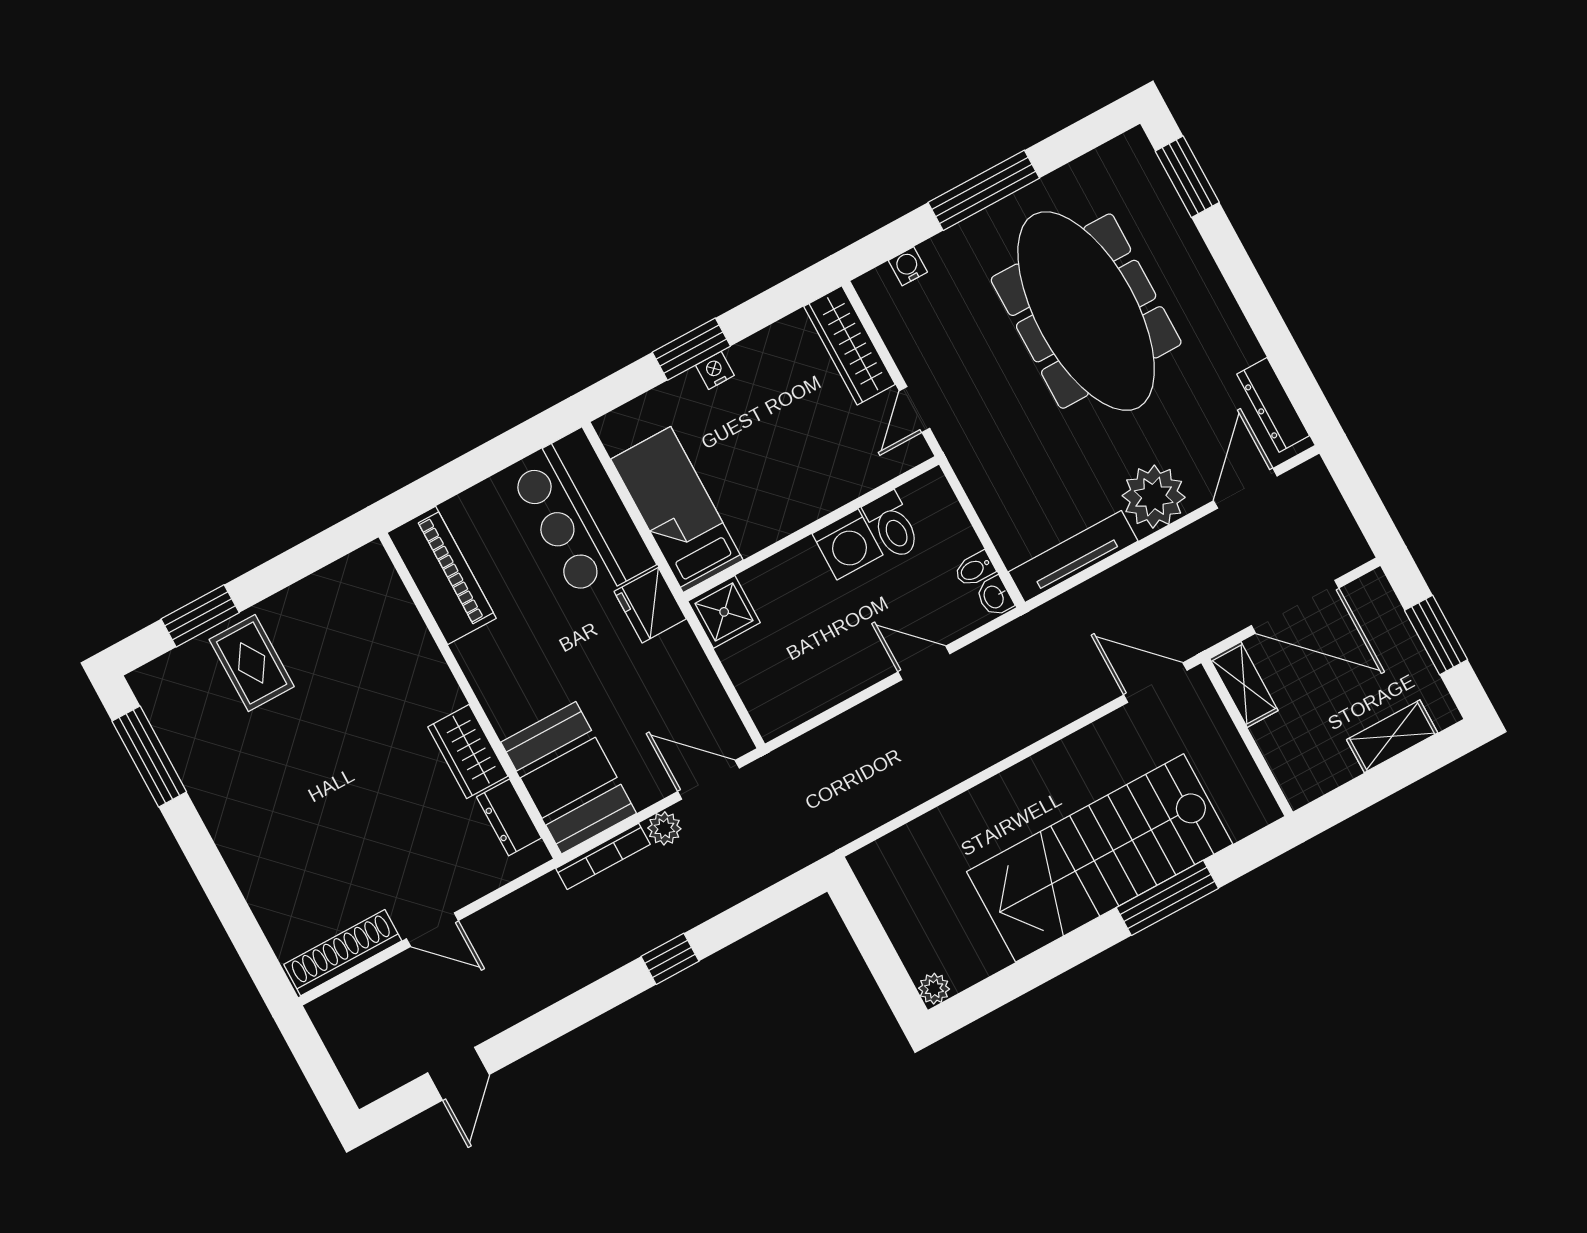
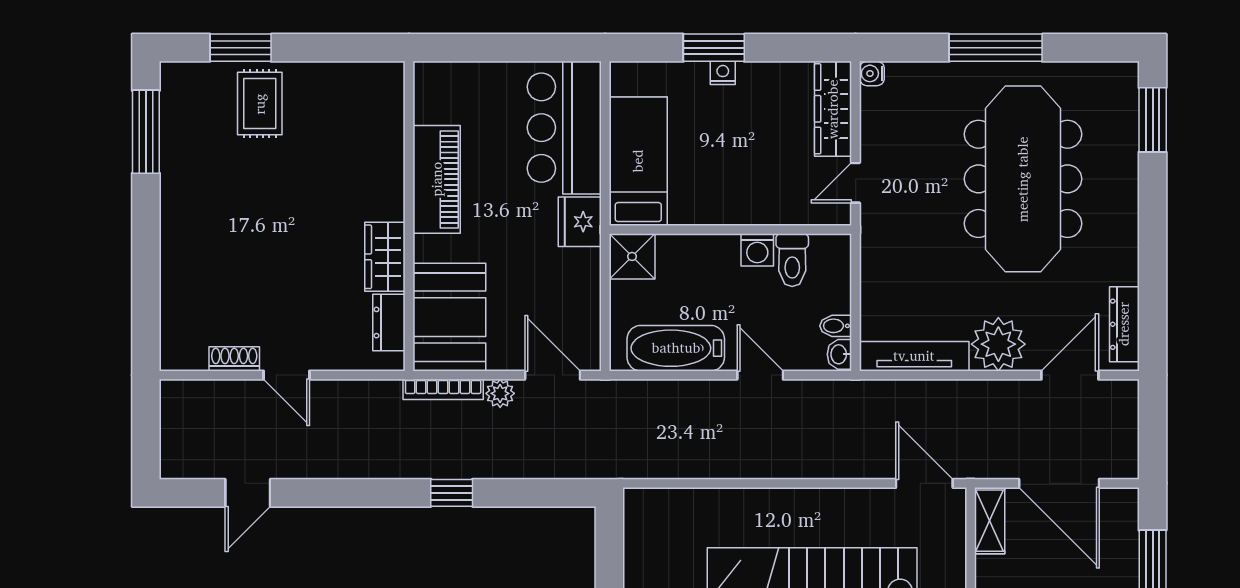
water cooler: (908, 266) -> (872, 73), moved, turned -90
washing machine: (847, 544) -> (757, 250), width x0.73, depth x0.73
piano: (442, 575) -> (437, 179), moved
bathtub: (821, 682) -> (676, 348), added
shoe rack: (343, 953) -> (234, 359), width x0.51, depth x0.81

